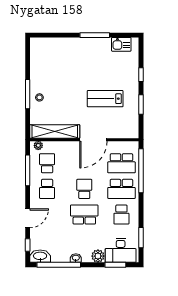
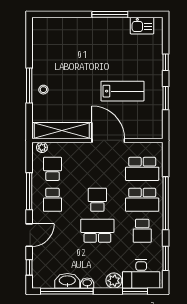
lab bench: (105, 99) -> (122, 91), turned 180
door: (93, 140) -> (108, 140), swing flipped
window: (28, 170) -> (29, 191), moved
window: (141, 171) -> (166, 203), moved
washbasin: (40, 256) -> (67, 281), moved

